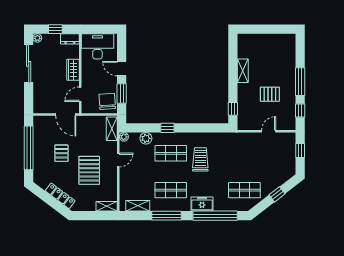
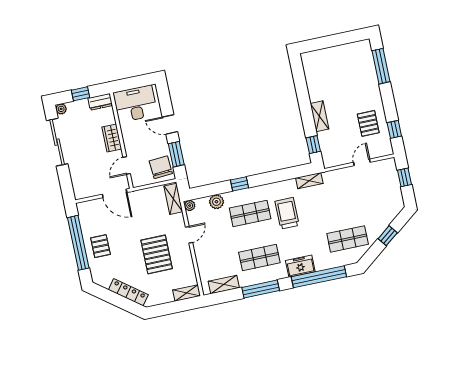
shelving: (243, 71) -> (320, 116), moved
window: (300, 82) -> (381, 66), moved
pallet: (270, 94) -> (368, 123), moved, turned 90
shelving: (224, 137) -> (309, 181), added
pallet: (61, 153) -> (100, 246), moved

